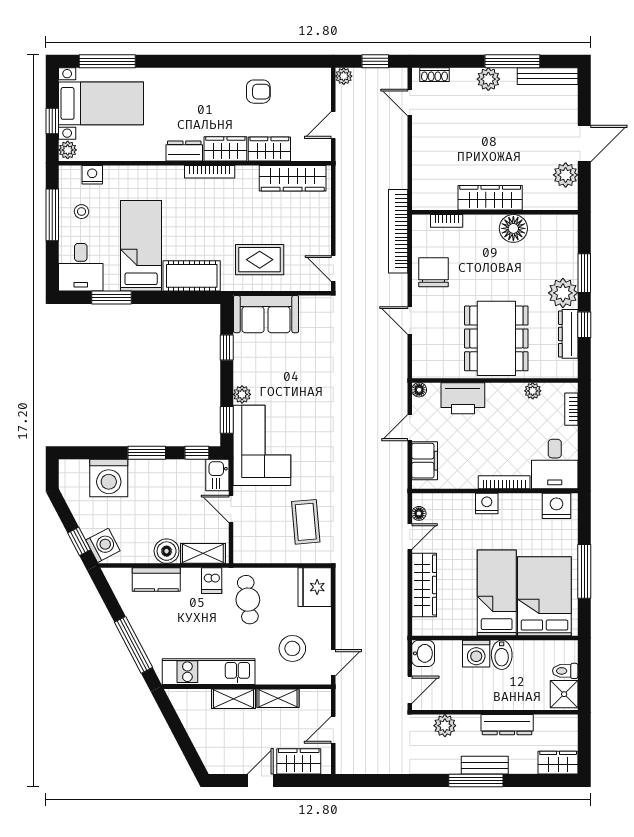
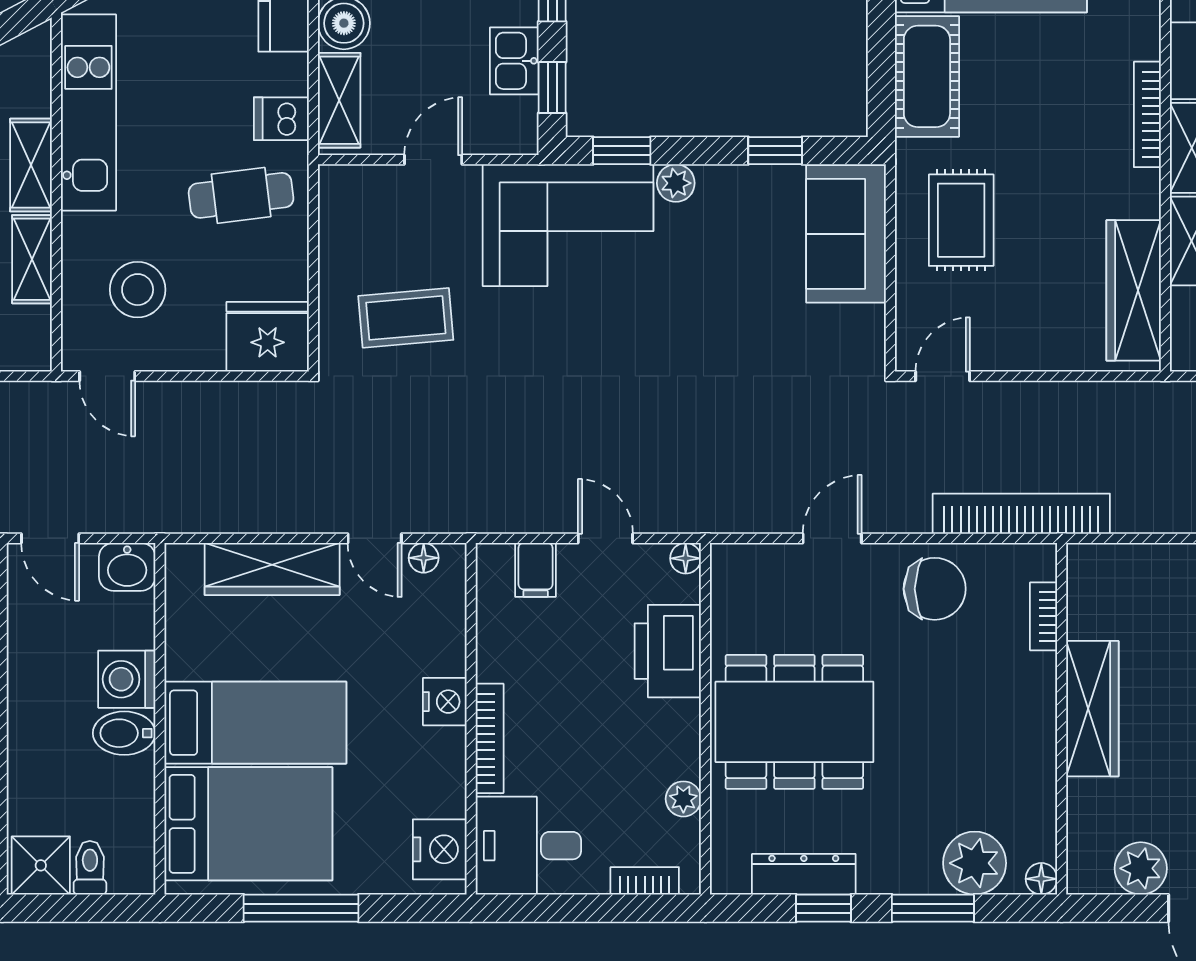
floor lamp: (513, 228) -> (1041, 879), moved, width x0.53, depth x0.53
plant: (563, 293) -> (975, 863), moved
filing cabinet: (425, 461) -> (536, 570), width x0.50
kitchen sink: (217, 475) -> (514, 61), moved, turned -90

